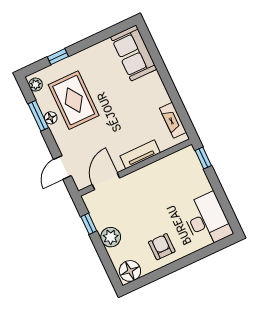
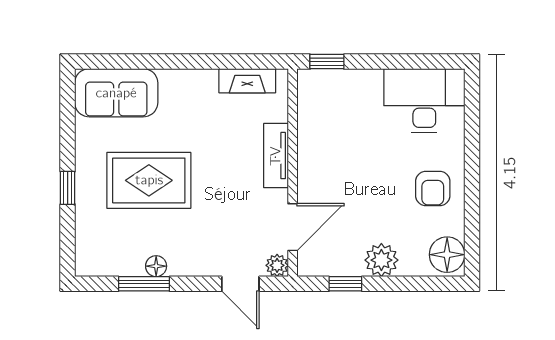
window: (58, 57) -> (68, 188), moved
plant: (36, 85) -> (277, 265), moved
rug: (74, 100) -> (149, 180), moved
door: (106, 181) -> (293, 227), swing flipped
armchair: (162, 247) -> (433, 189), turned -90

